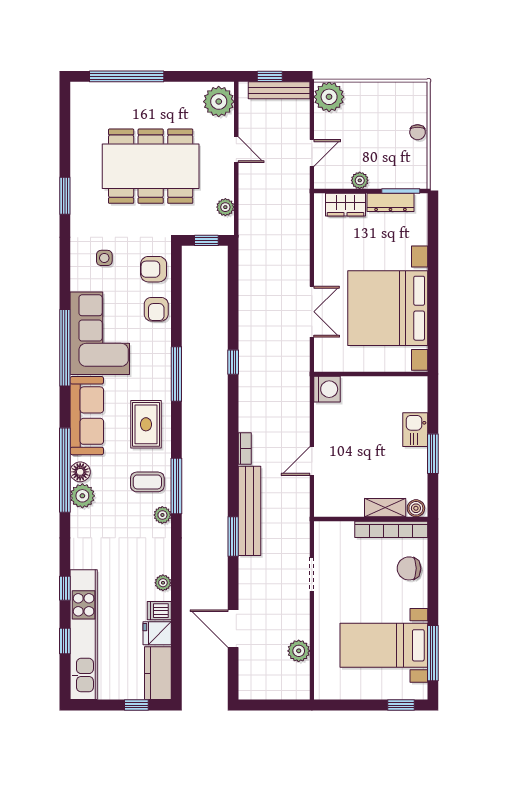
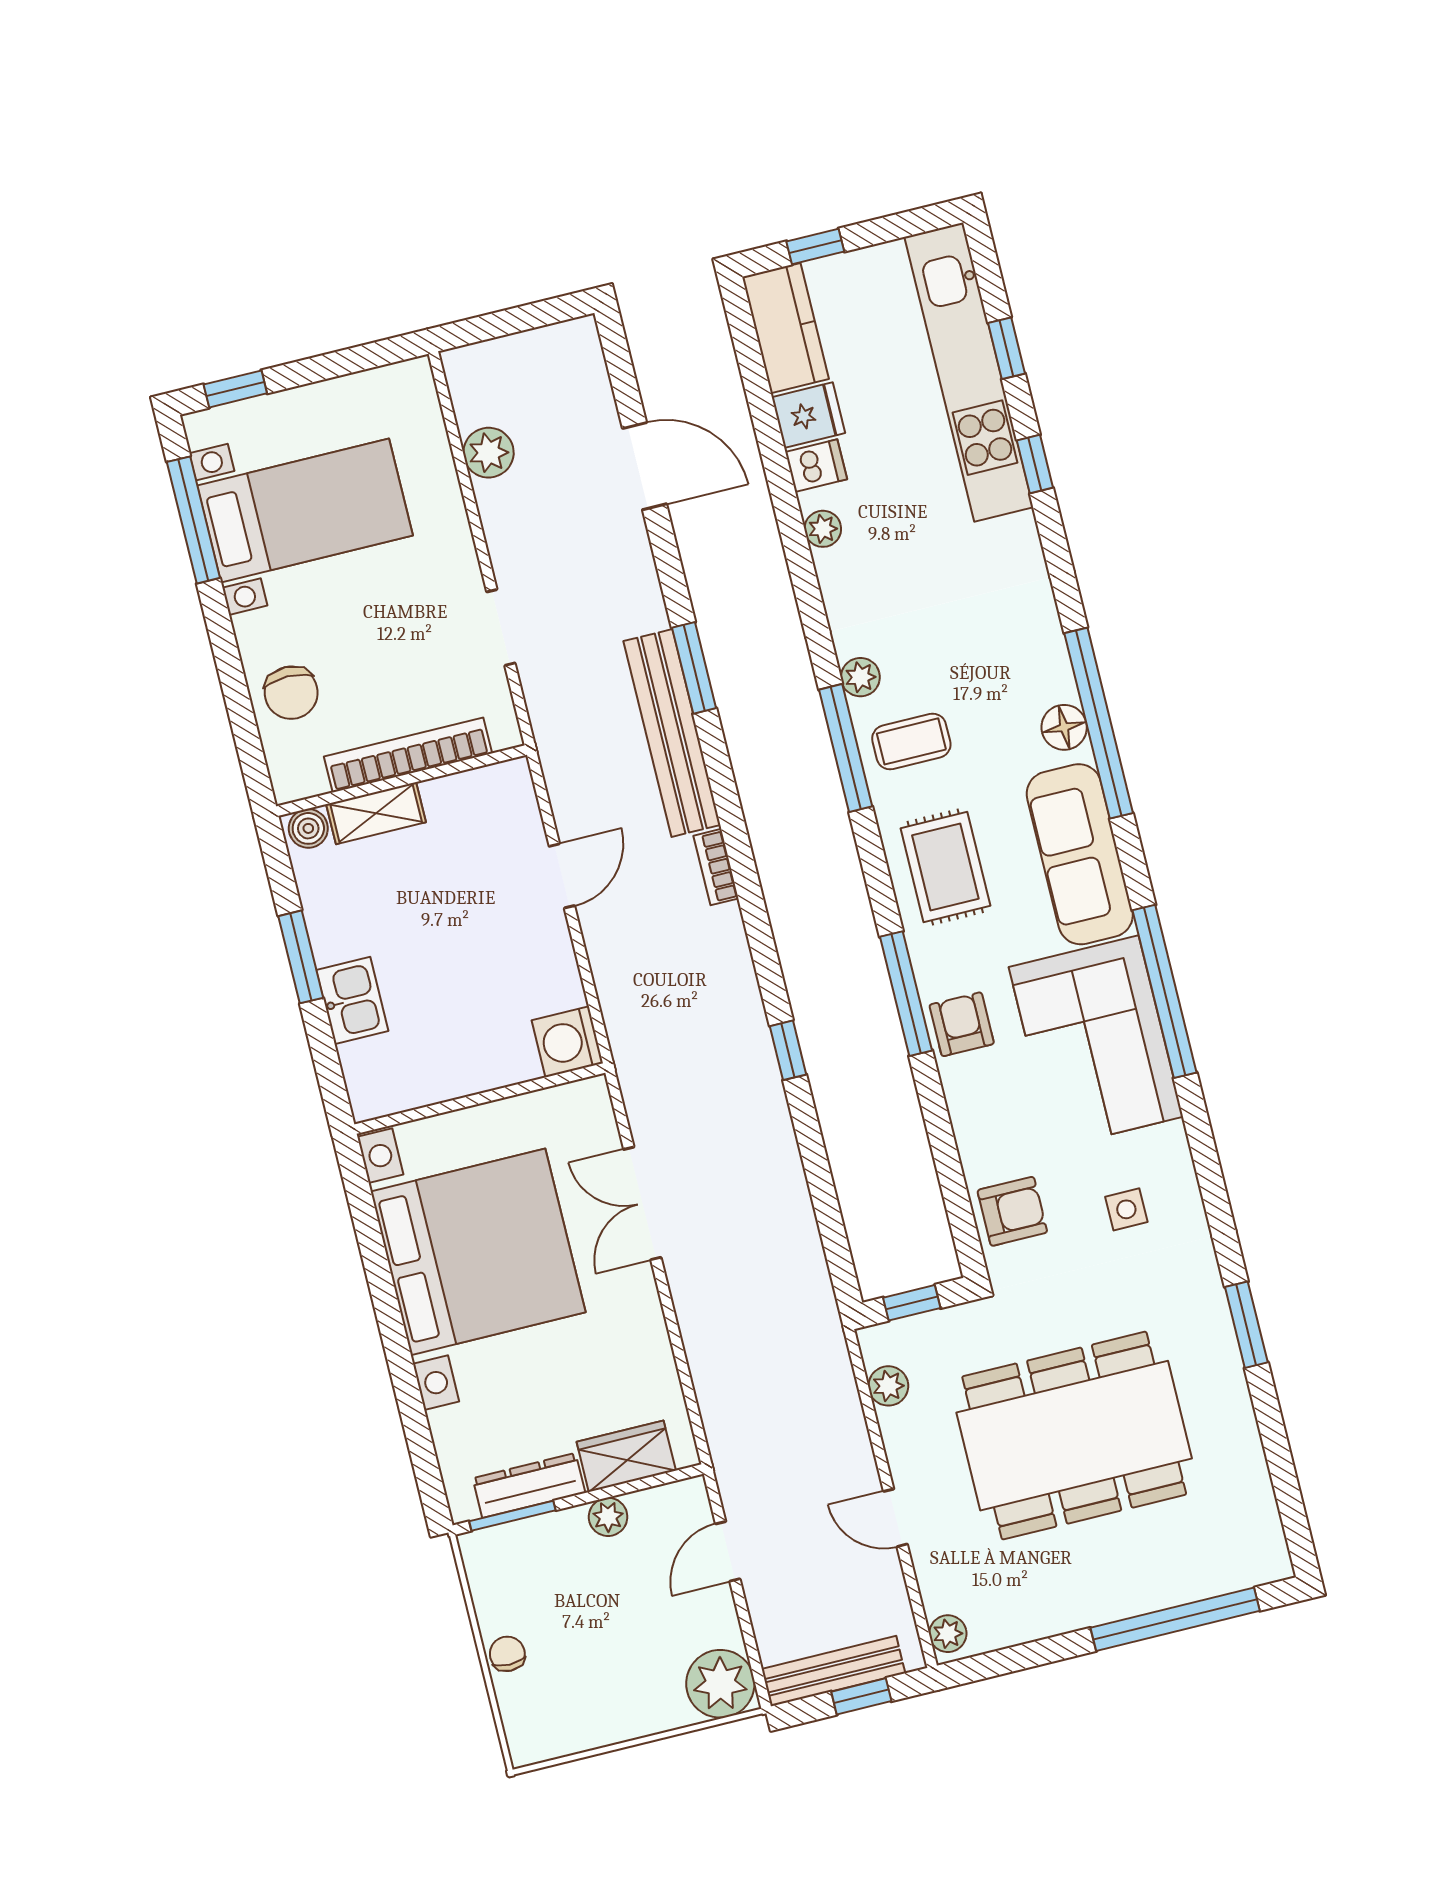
plant: (219, 102) -> (948, 1634), width x0.53, depth x0.53
armchair: (156, 309) -> (962, 1024), moved
plant: (82, 496) -> (1046, 676), removed
bookcase: (391, 529) -> (408, 755), moved
chair: (409, 568) -> (291, 693), turned 90

